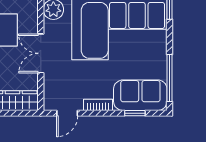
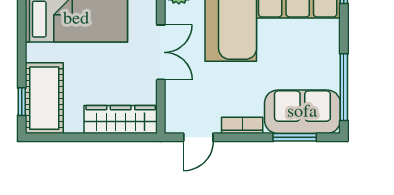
double door: (41, 53) -> (161, 52), swing flipped
window: (135, 113) -> (295, 137), width x1.50

